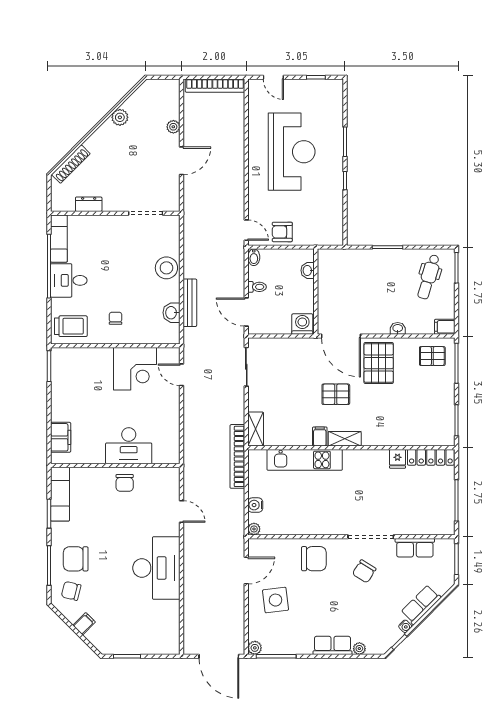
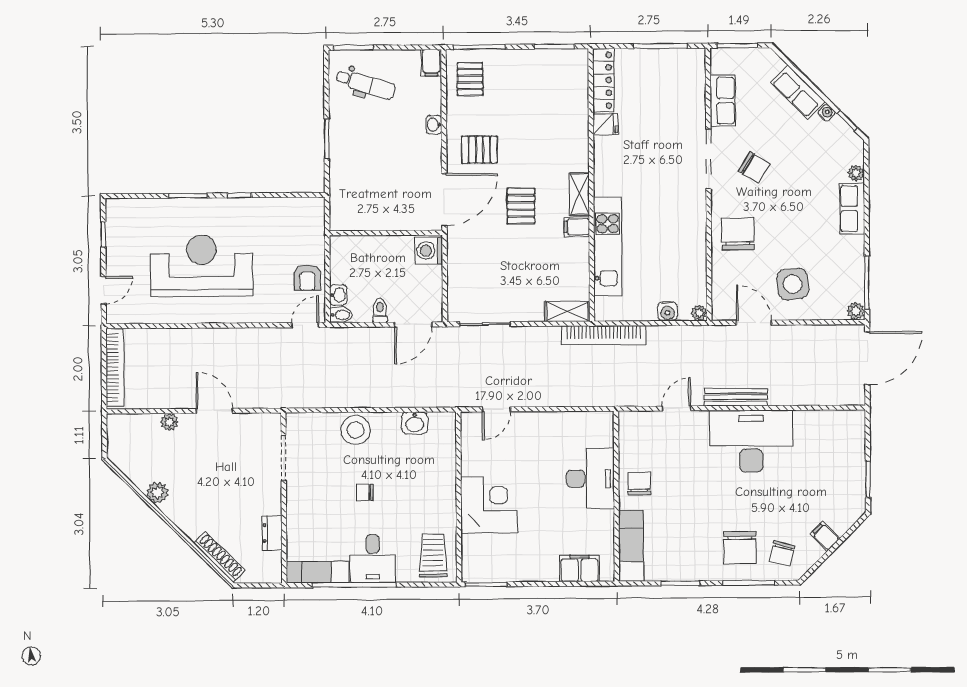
washbasin: (308, 270) -> (338, 295), moved, turned -90
bench: (190, 303) -> (736, 397), moved
chair: (116, 318) -> (365, 492), moved
pallet: (379, 363) -> (479, 150), width x0.67, depth x0.71
corner desk: (135, 369) -> (489, 505), moved
chair: (125, 483) -> (639, 484), turned -90
exam couch: (60, 494) -> (631, 546), moved, turned 90

